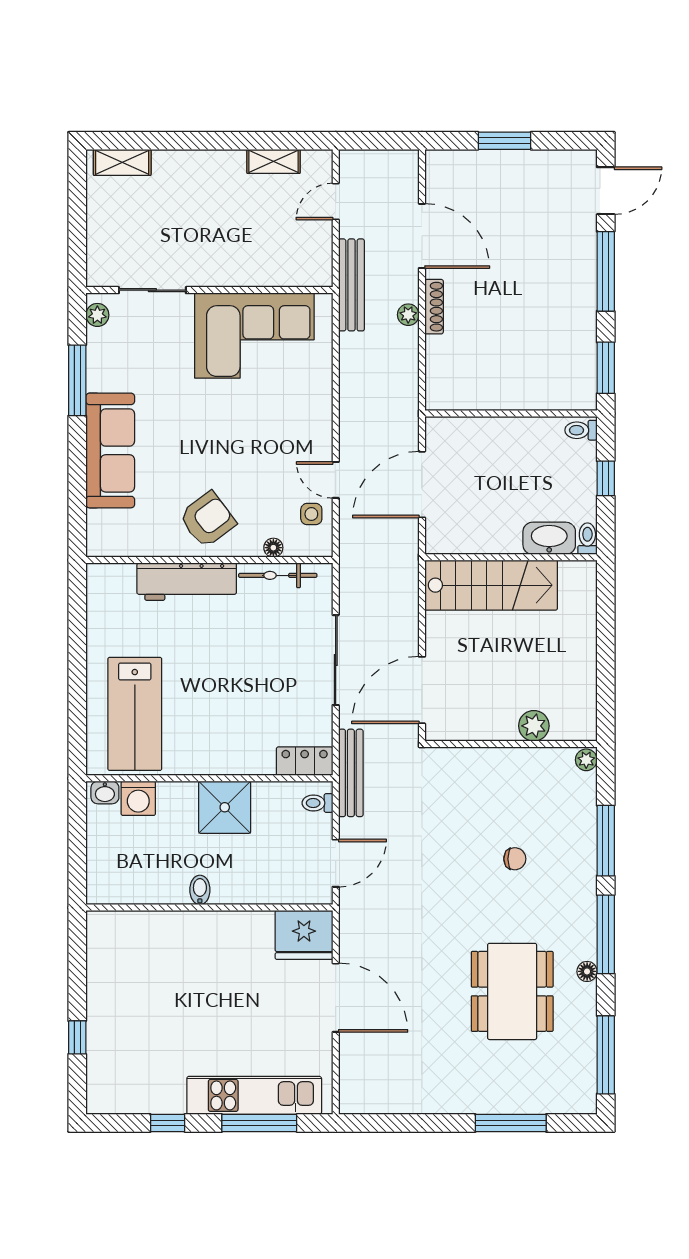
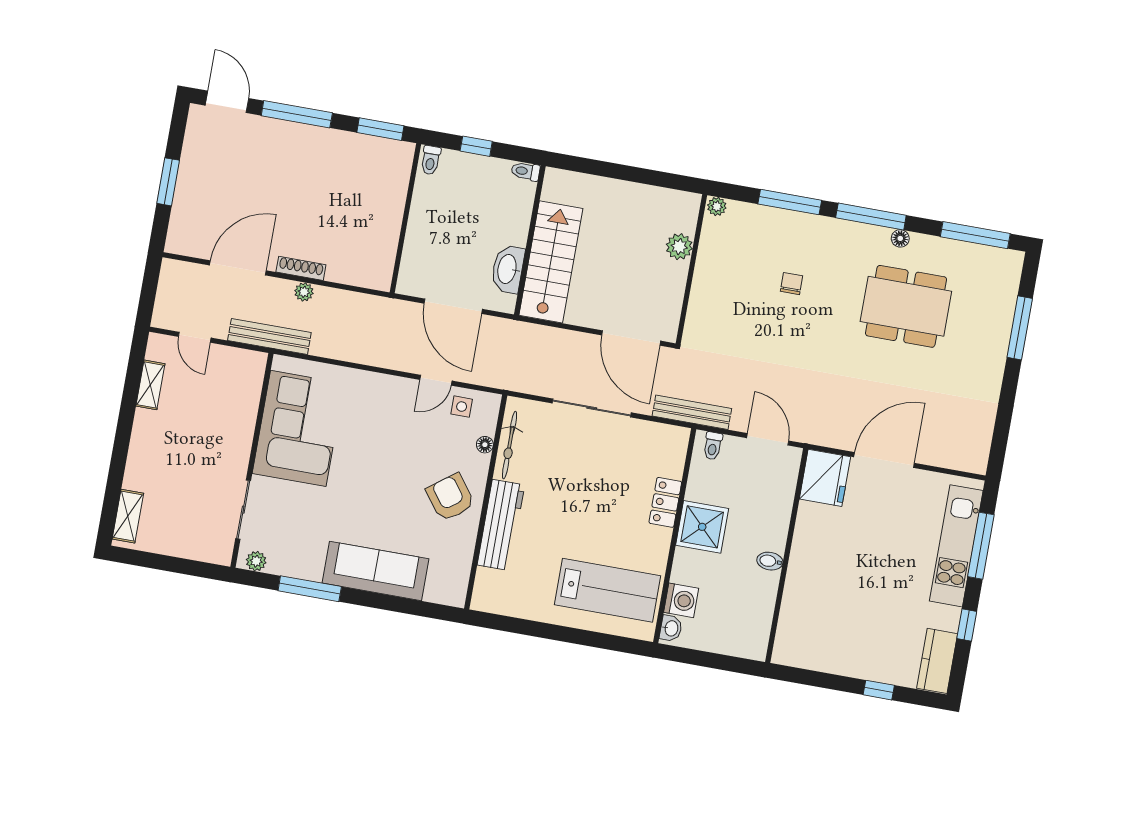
washbasin: (549, 538) -> (508, 269), moved
locker: (305, 761) -> (665, 502), moved
kitchen counter: (121, 1097) -> (937, 661), added

